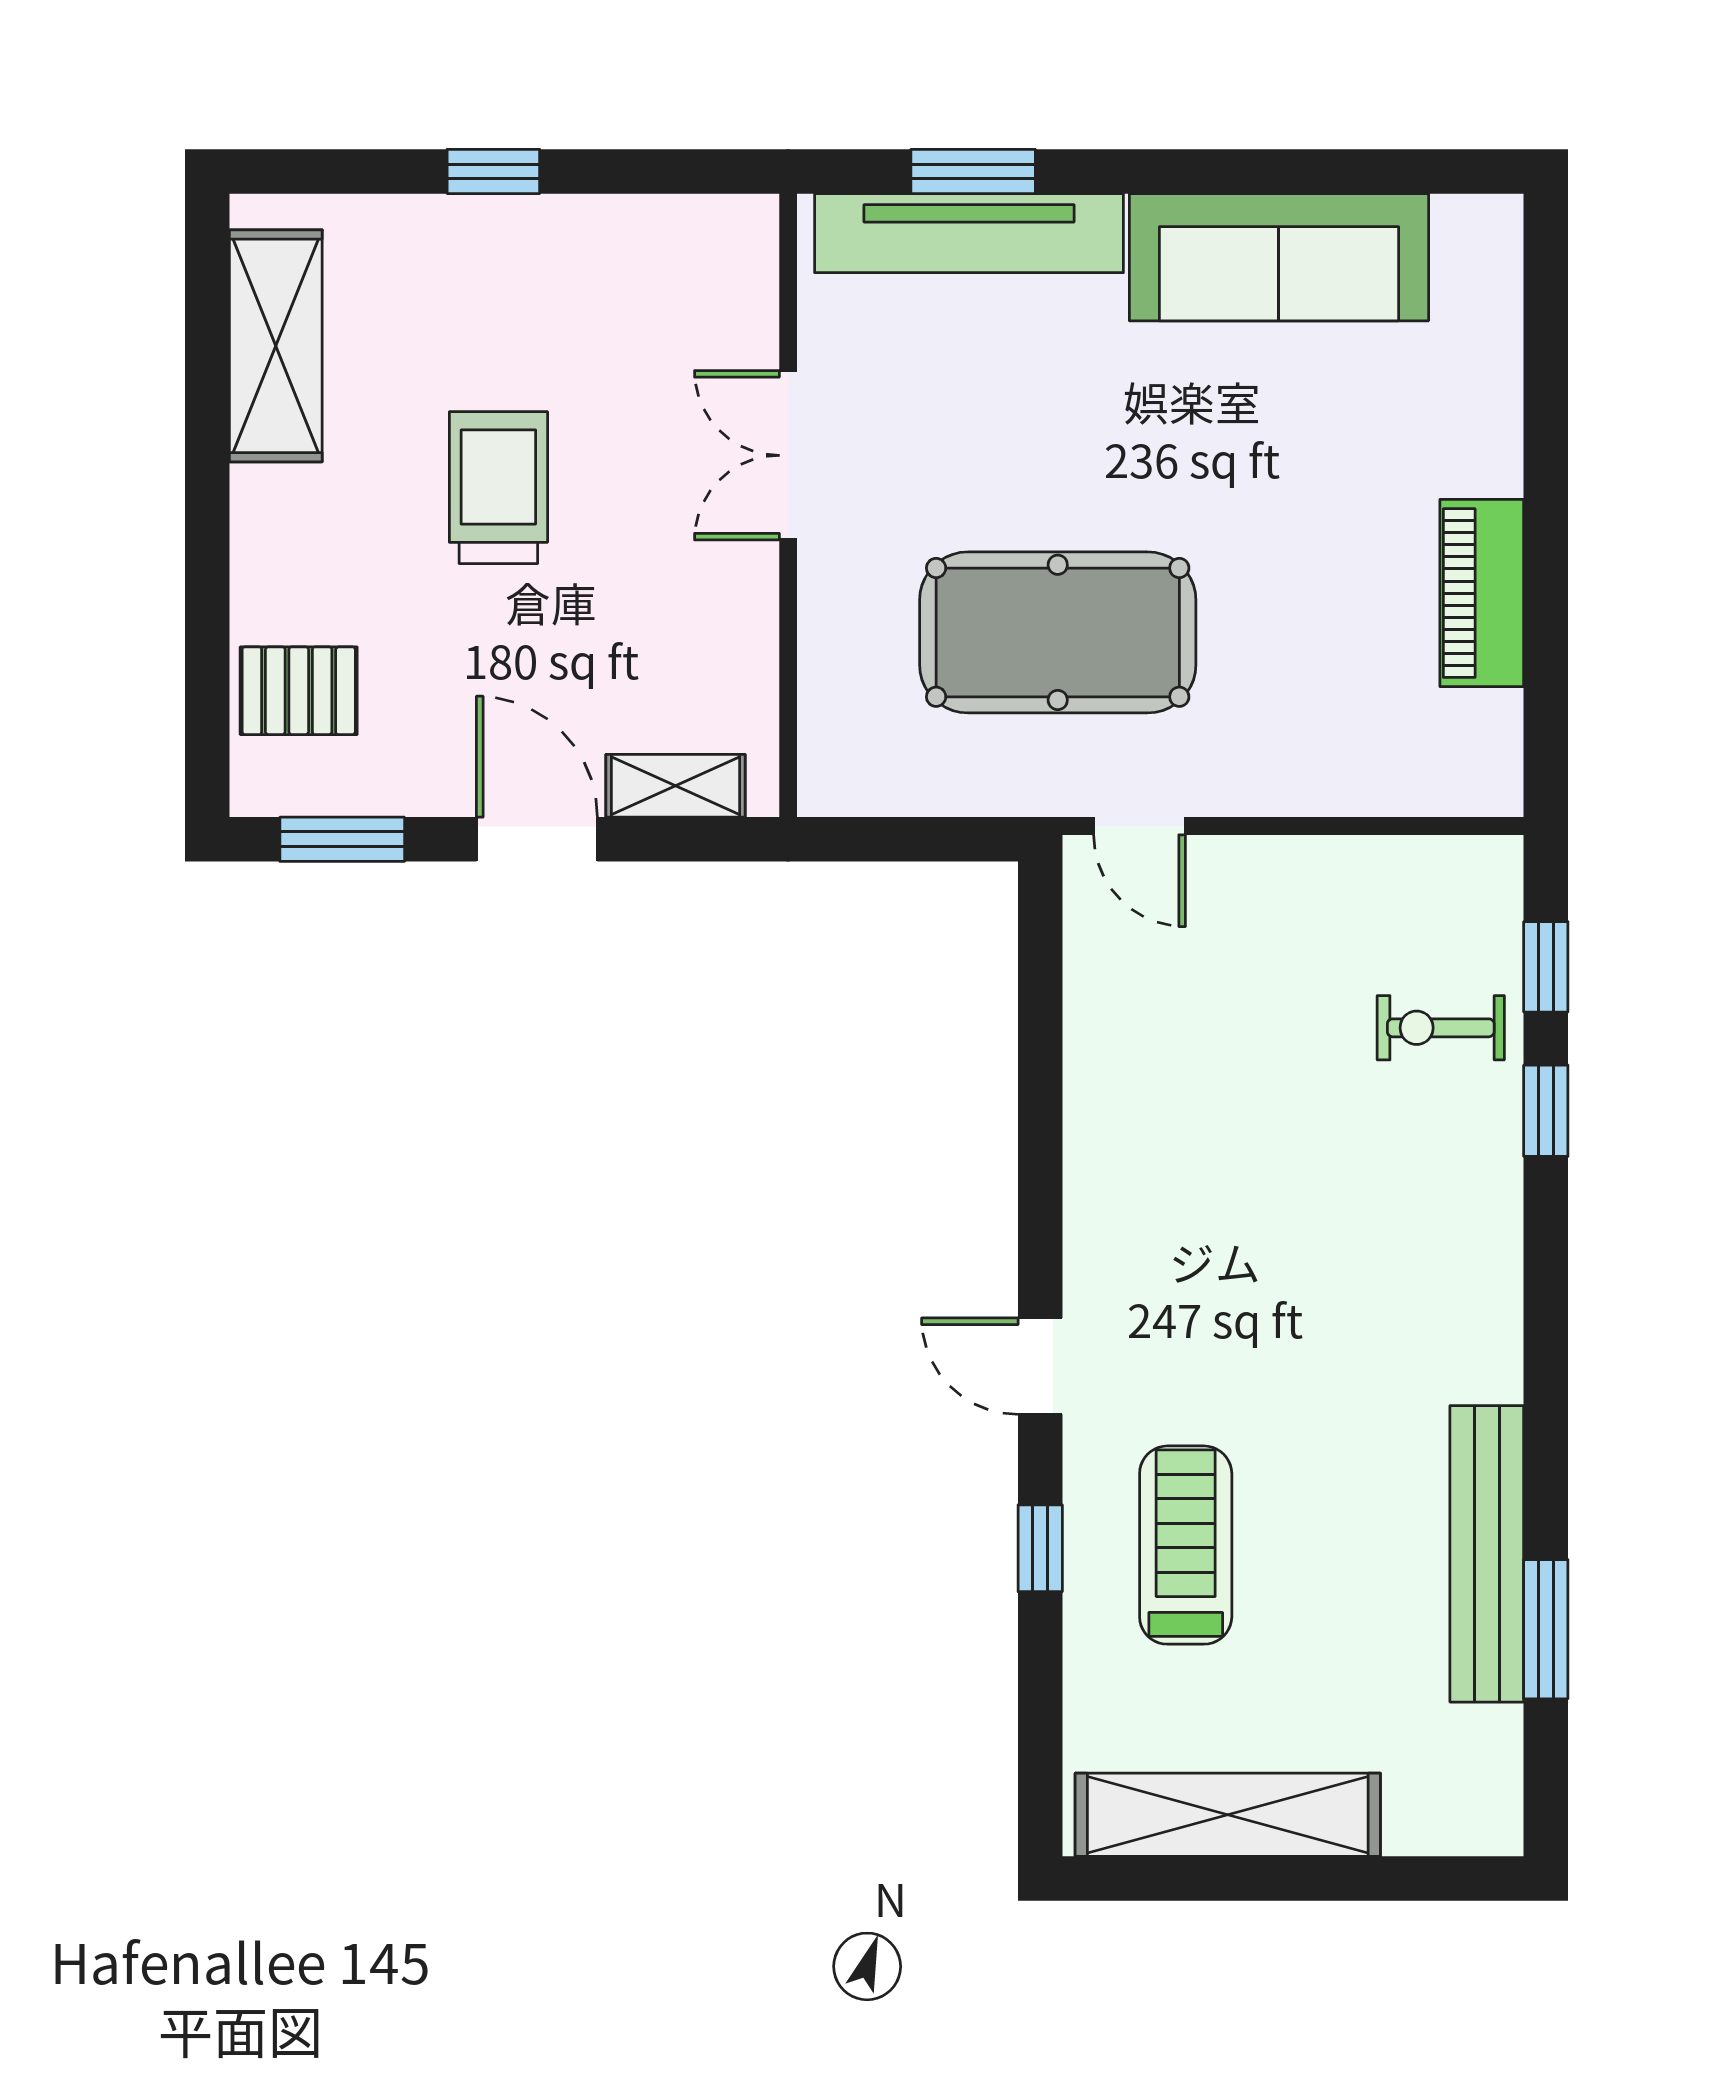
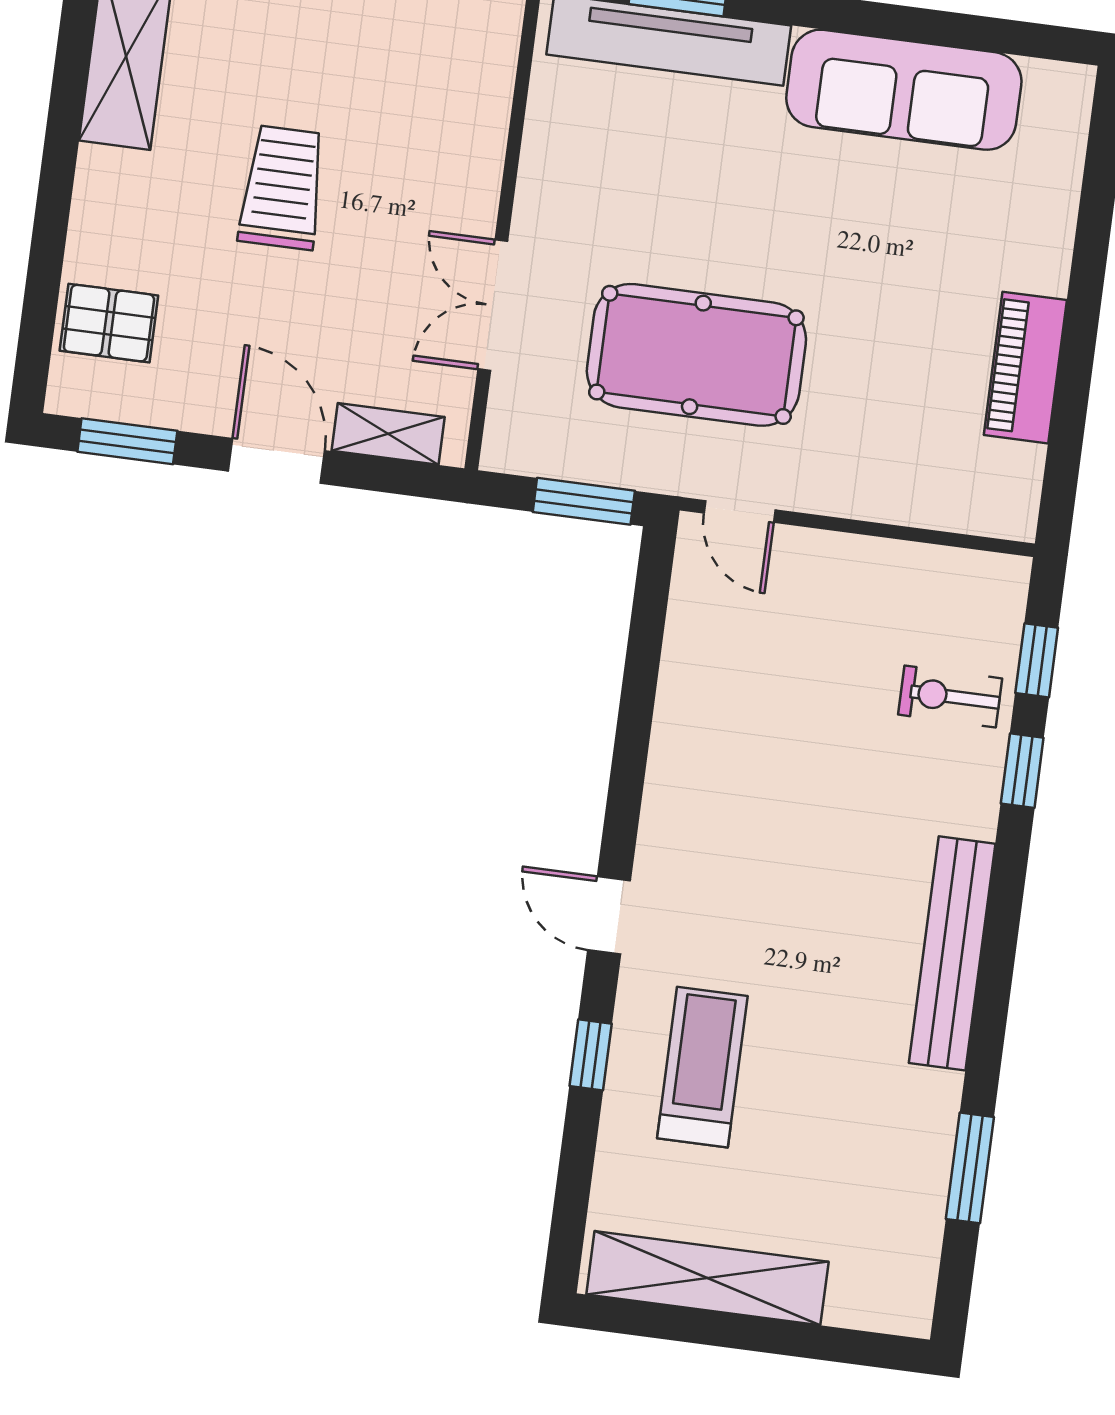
double door: (788, 455) -> (493, 305), moved
window: (938, 839) -> (584, 501), added
bench: (1487, 1554) -> (952, 953), moved

